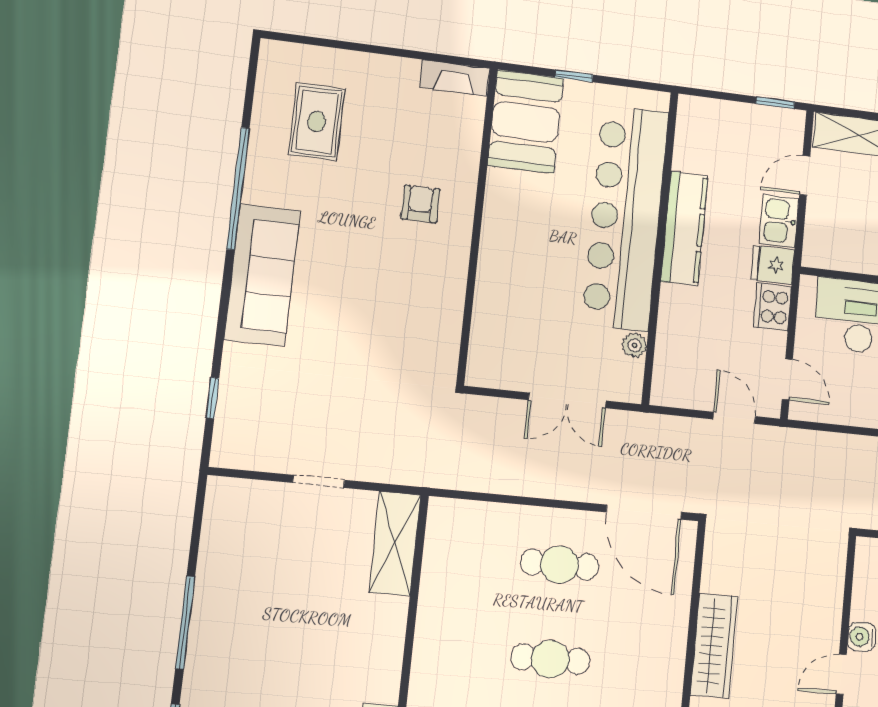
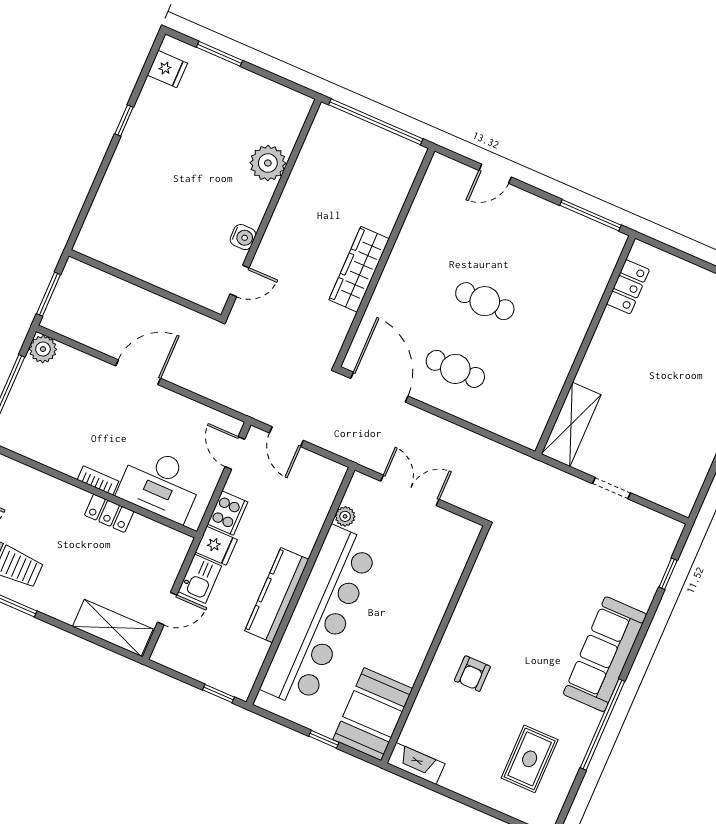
window: (775, 103) -> (219, 693), moved
door: (841, 674) -> (240, 281), moved

